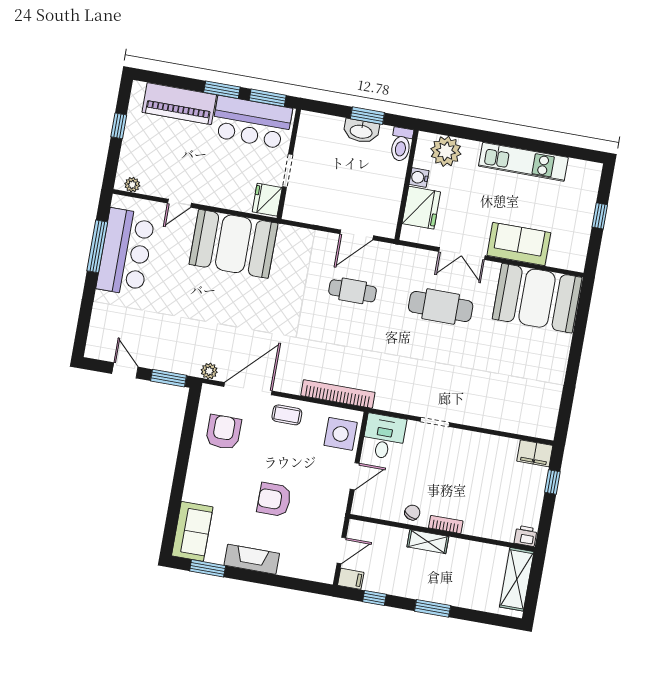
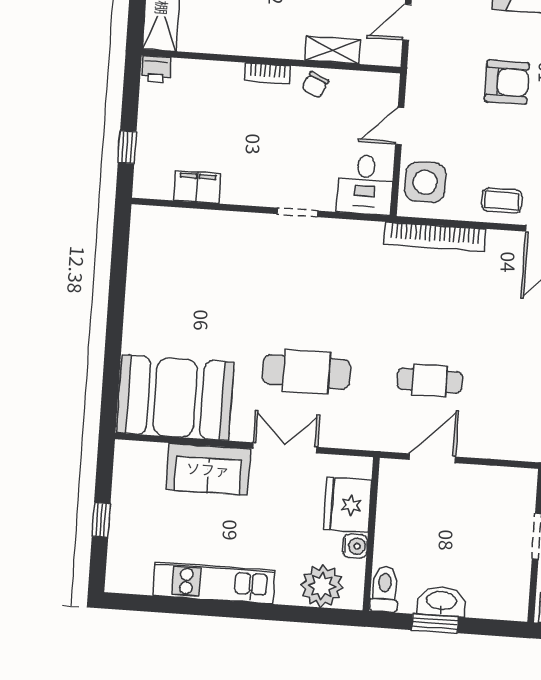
filing cabinet: (535, 453) -> (197, 187), moved
shelving: (428, 542) -> (332, 50), moved

